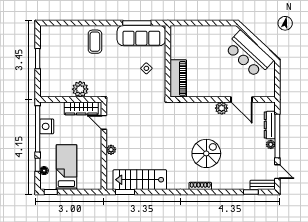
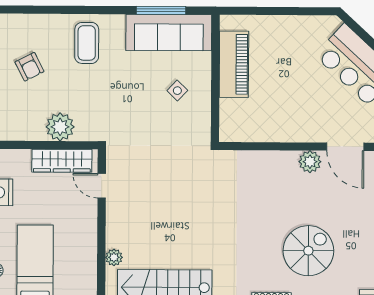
armchair: (63, 55) -> (30, 67), added
piano: (178, 78) -> (234, 64), moved
plant: (111, 150) -> (114, 257), moved
spiral stairs: (206, 153) -> (308, 251), moved

